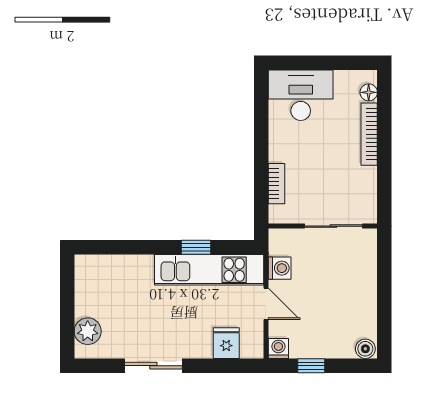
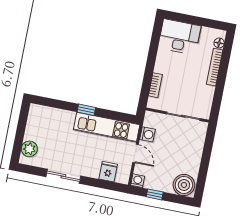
window: (196, 247) -> (86, 110), moved
boiler: (365, 349) -> (184, 185), width x1.86, depth x1.86

